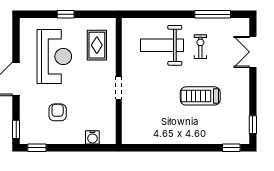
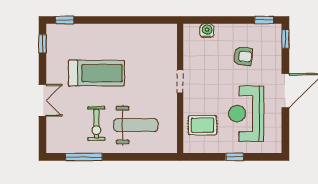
rug: (97, 45) -> (203, 125), turned 90
exercise bike: (200, 47) -> (96, 124), width x1.38, depth x1.39
double door: (253, 52) -> (43, 100), moved
treadmill: (200, 96) -> (97, 73), width x1.37, depth x1.38
armchair: (58, 112) -> (243, 56), turned -84

